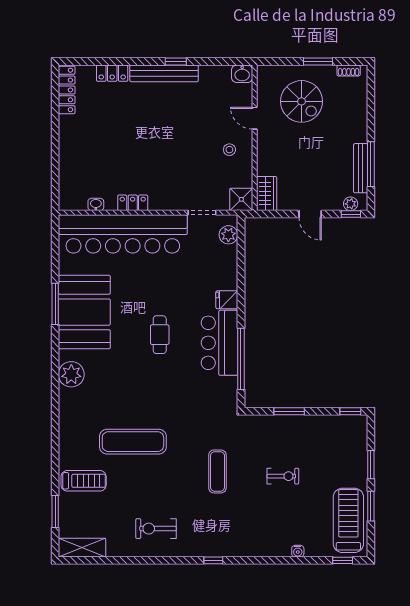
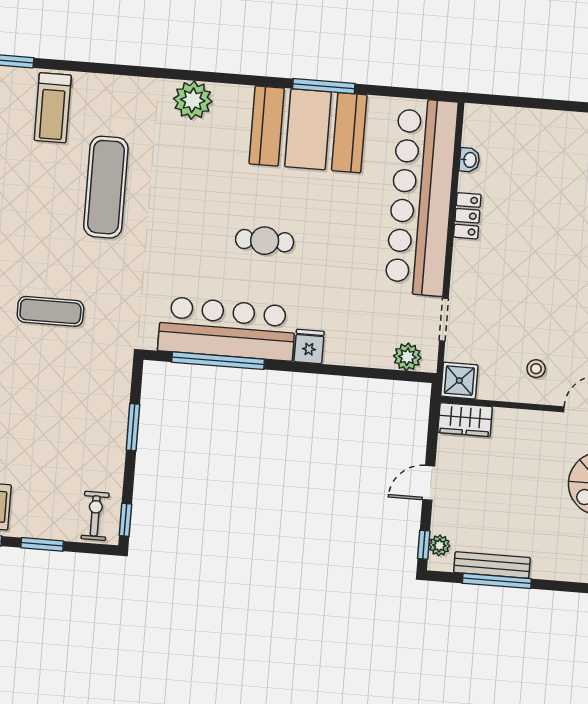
bar counter: (220, 343) -> (227, 329), width x1.36
plant: (71, 374) -> (193, 100), moved
exercise bike: (283, 476) -> (95, 516), moved, turned 180

